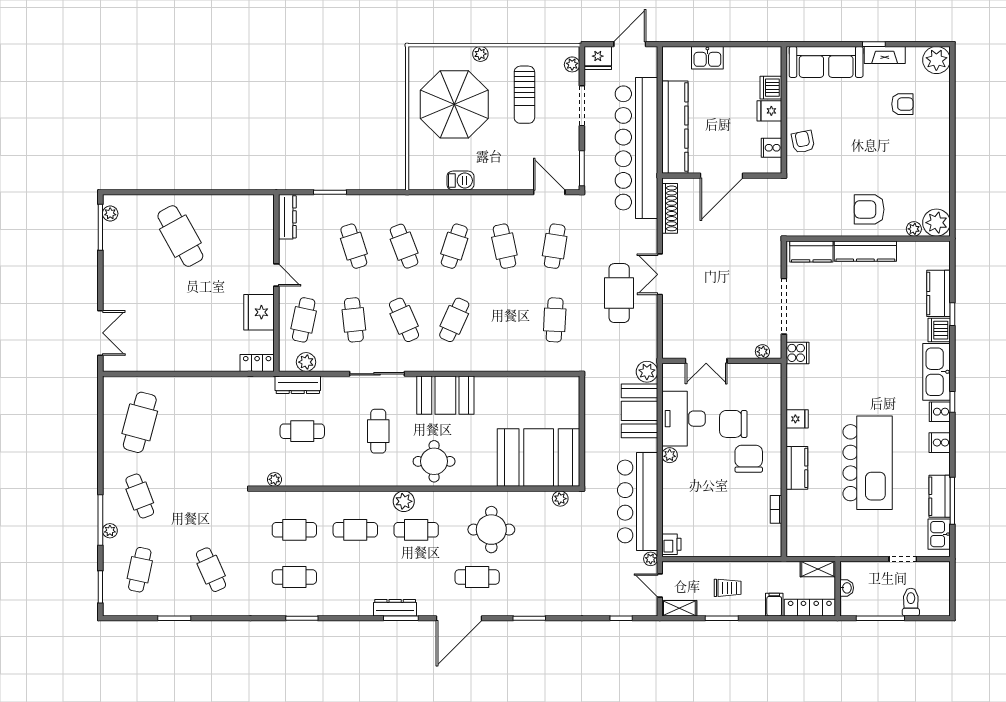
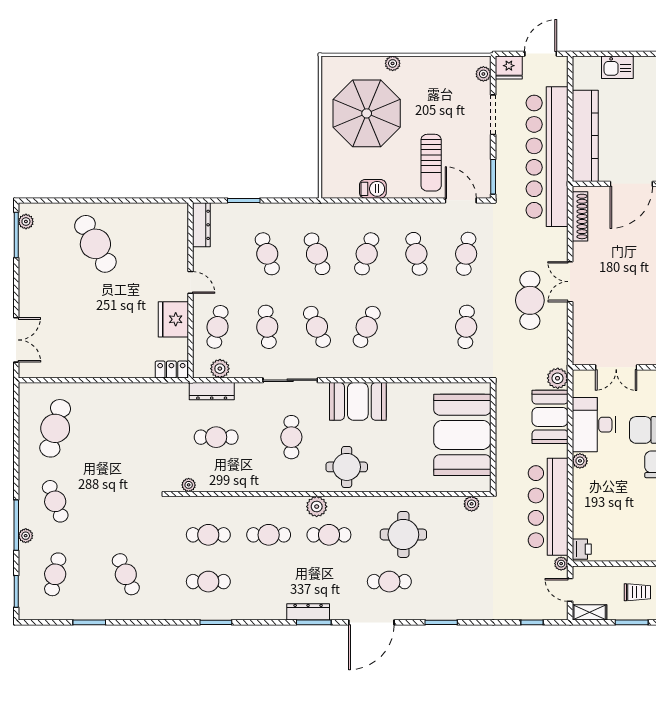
sun lounger: (524, 95) -> (431, 163), moved
booth: (539, 458) -> (462, 435), moved, turned 90

